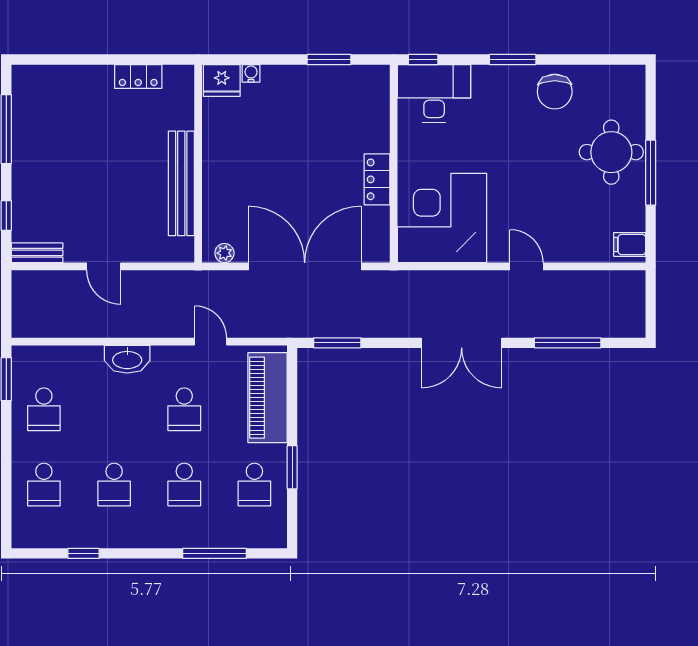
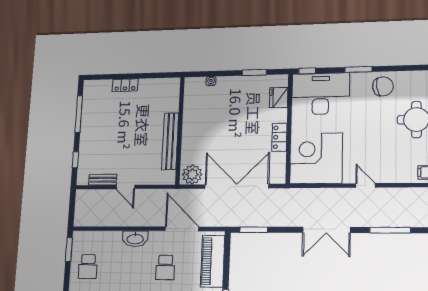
locker: (138, 76) -> (125, 85), moved
fridge: (222, 80) -> (279, 98), moved, turned 90
chair: (555, 92) -> (383, 86), turned -98
desk: (434, 93) -> (321, 94), width x1.36, depth x1.30
bench: (37, 253) -> (103, 180), moved
plant: (224, 253) -> (192, 175), width x1.88, depth x1.88
door: (211, 342) -> (182, 229), width x1.88

